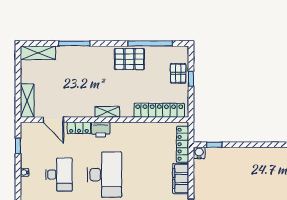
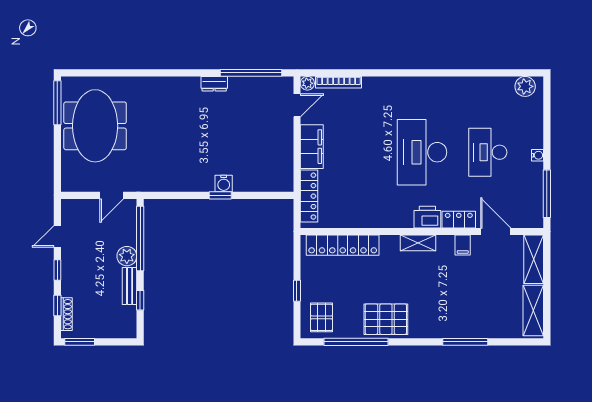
shelving: (38, 53) -> (533, 310), moved, turned 90
pallet: (178, 73) -> (322, 317), moved
filing cabinet: (76, 110) -> (463, 245), added
window: (214, 145) -> (220, 195), moved
window: (18, 146) -> (547, 194), width x2.17
water cooler: (199, 153) -> (224, 183), moved

